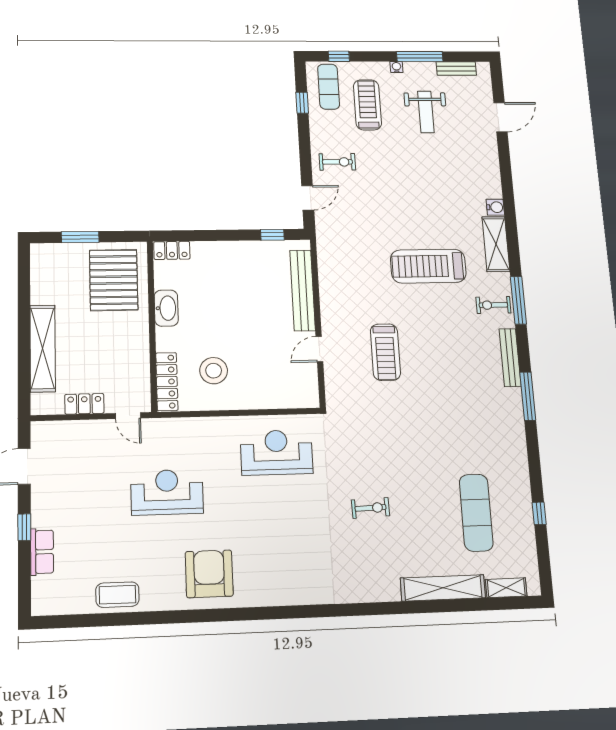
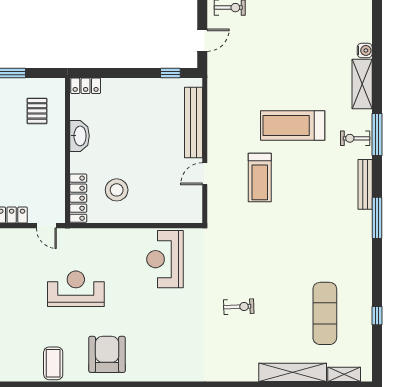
treadmill: (428, 266) -> (293, 126), moved
pallet: (114, 280) -> (37, 111), width x0.49, depth x0.50
reception desk: (277, 452) -> (165, 259), turned -90
coffee table: (117, 595) -> (53, 363), moved, turned 90

